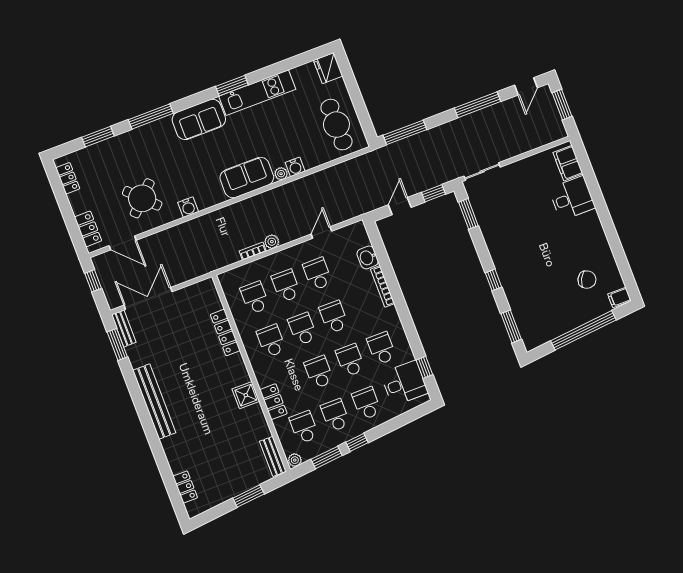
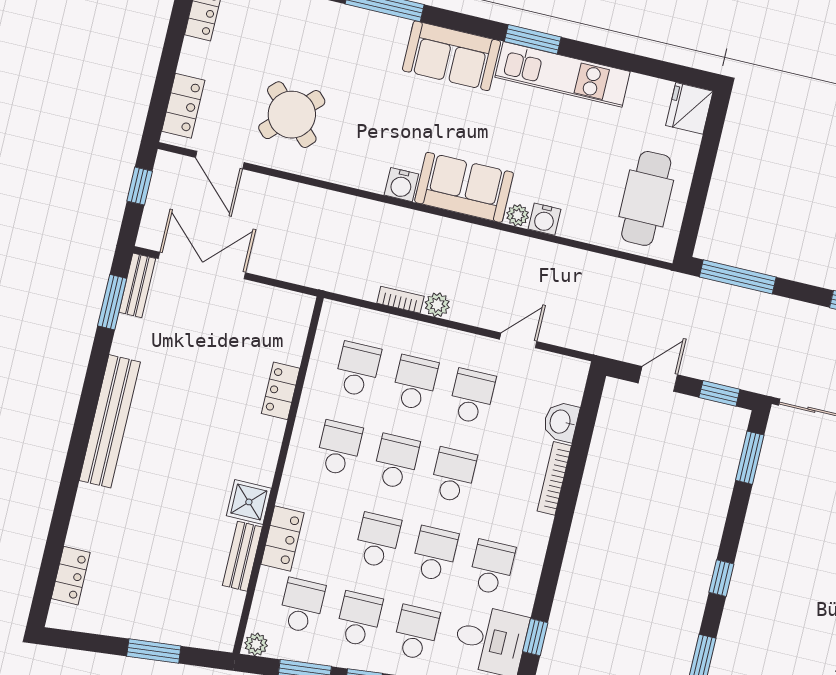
water cooler: (188, 207) -> (401, 185), moved
locker: (225, 332) -> (281, 391), width x0.66
bench: (273, 456) -> (242, 556), moved

